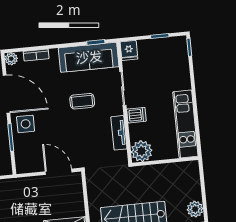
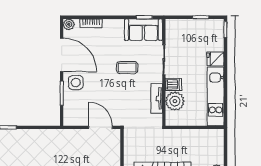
fridge: (129, 50) -> (216, 59), moved, turned 90
sofa: (89, 57) -> (143, 30), width x0.73
plant: (142, 151) -> (175, 101), moved

